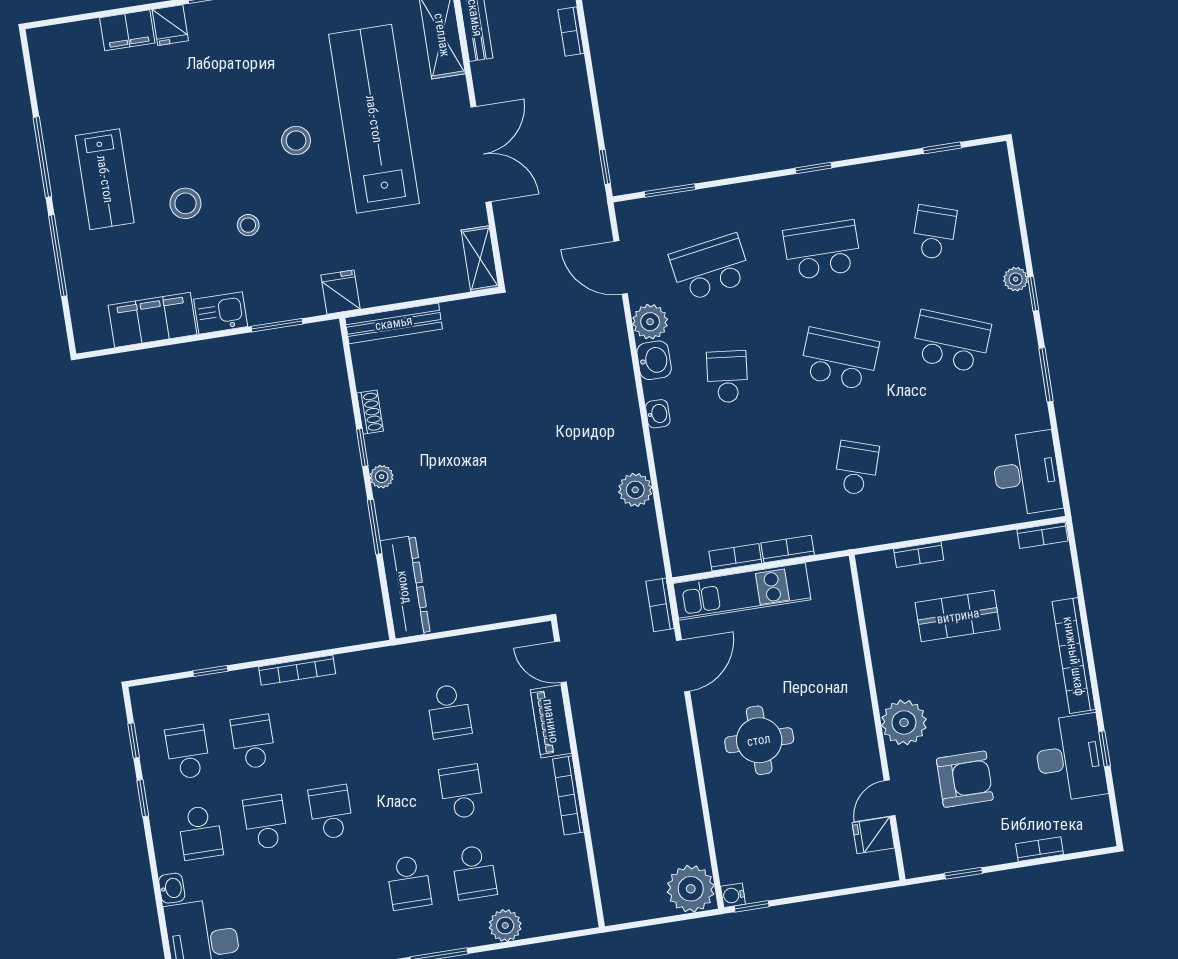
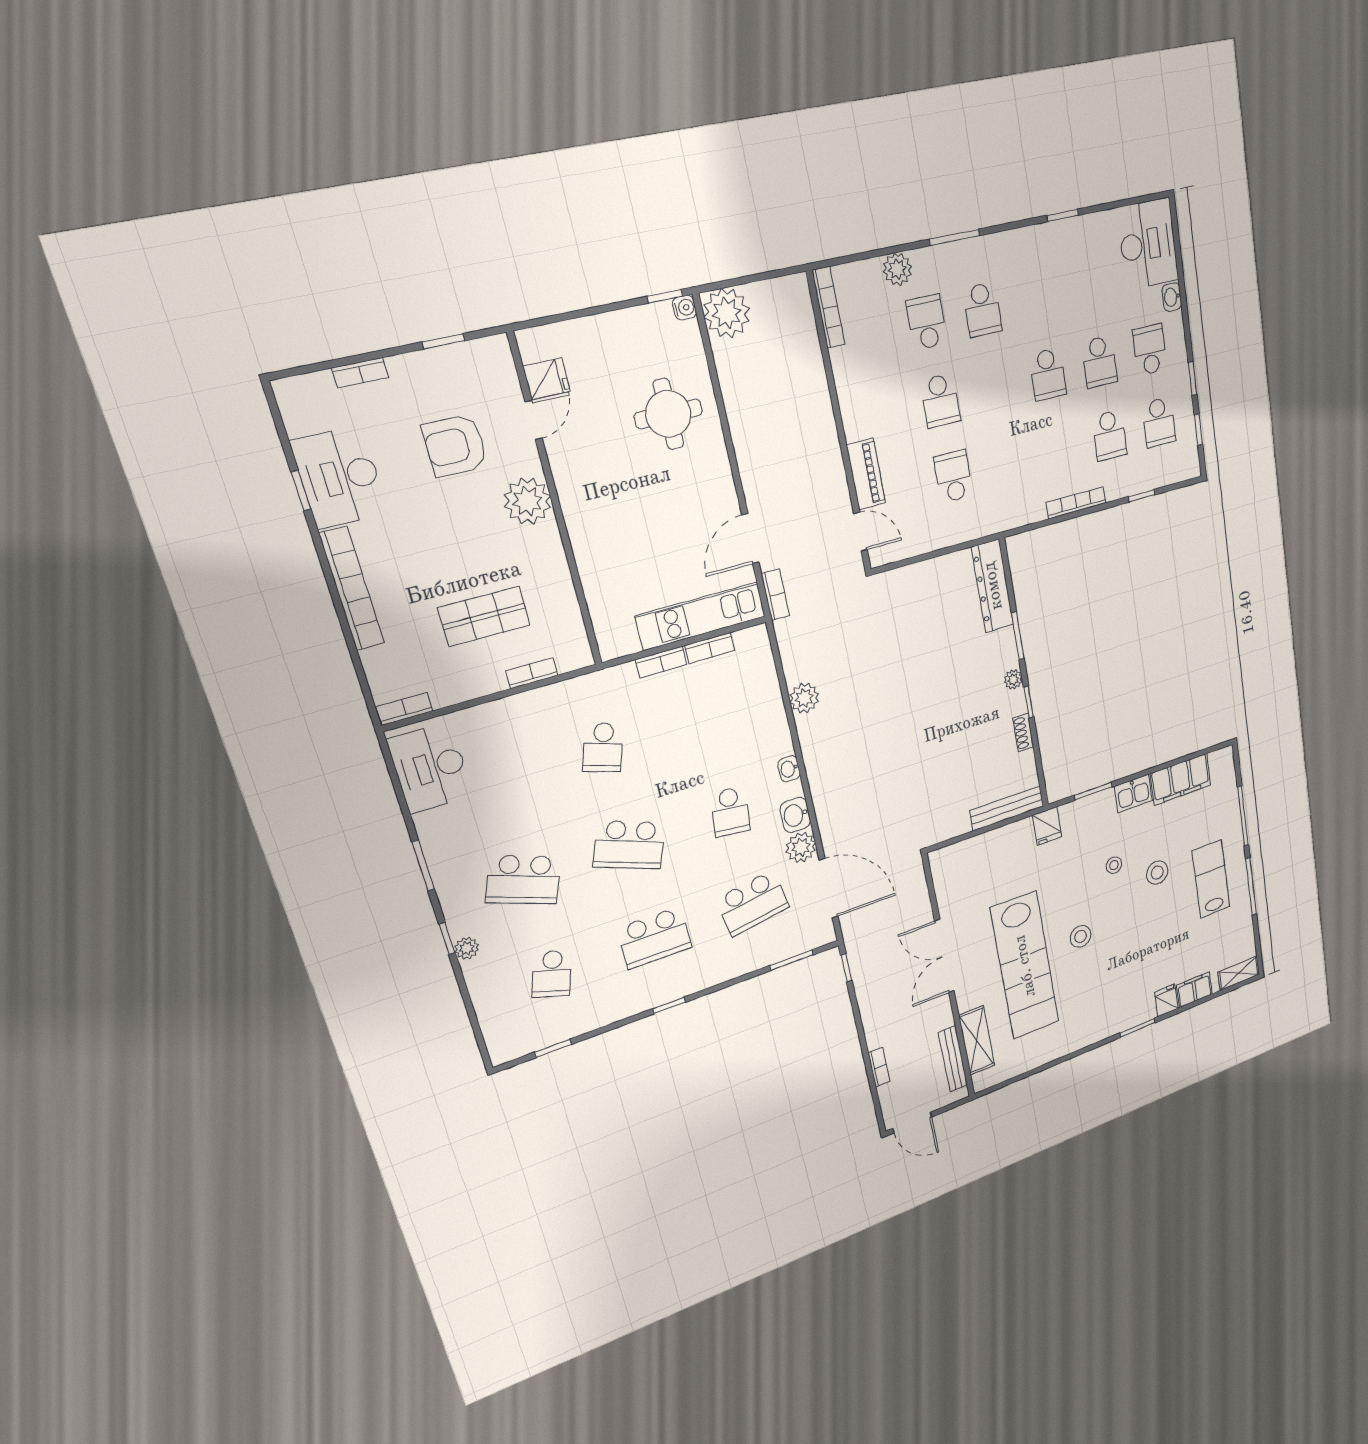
shelving: (480, 259) -> (1239, 973), moved, turned 90
door: (621, 268) -> (829, 888), width x1.36
round table: (759, 740) -> (668, 414), moved
bookcase: (568, 795) -> (828, 308), moved
school desk: (409, 882) -> (982, 310), turned 180

